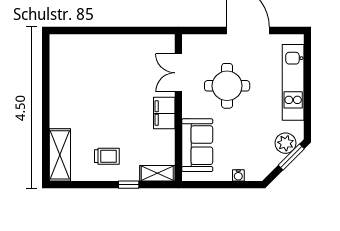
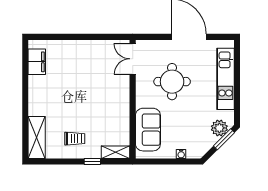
double door: (178, 73) -> (133, 59), moved
filing cabinet: (164, 113) -> (37, 62), moved, turned 180

